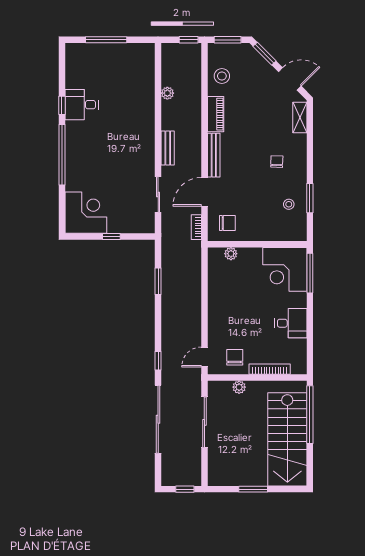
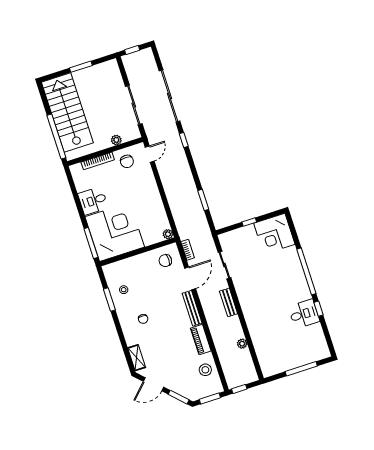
plant: (231, 254) -> (168, 234), moved
corner desk: (285, 269) -> (115, 232), width x1.36, depth x1.36

